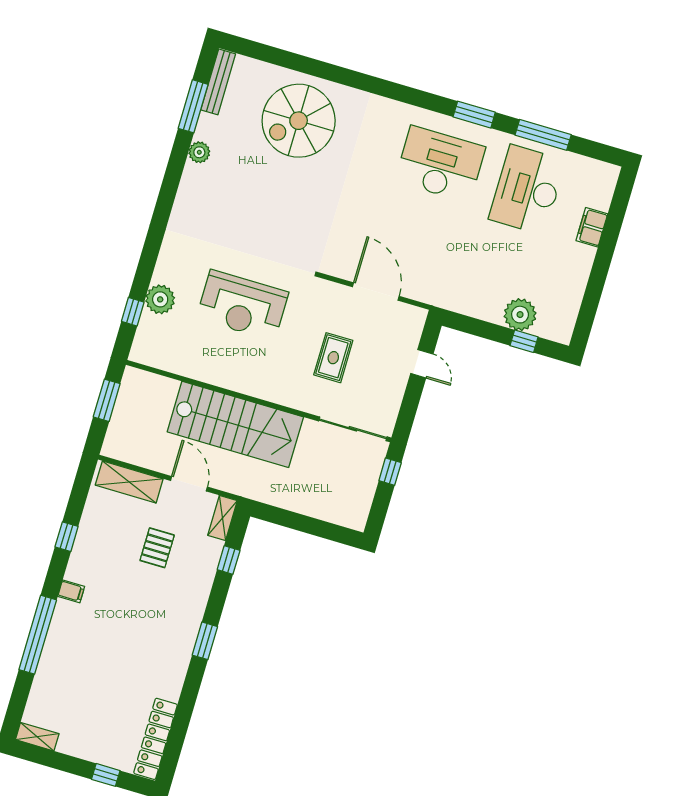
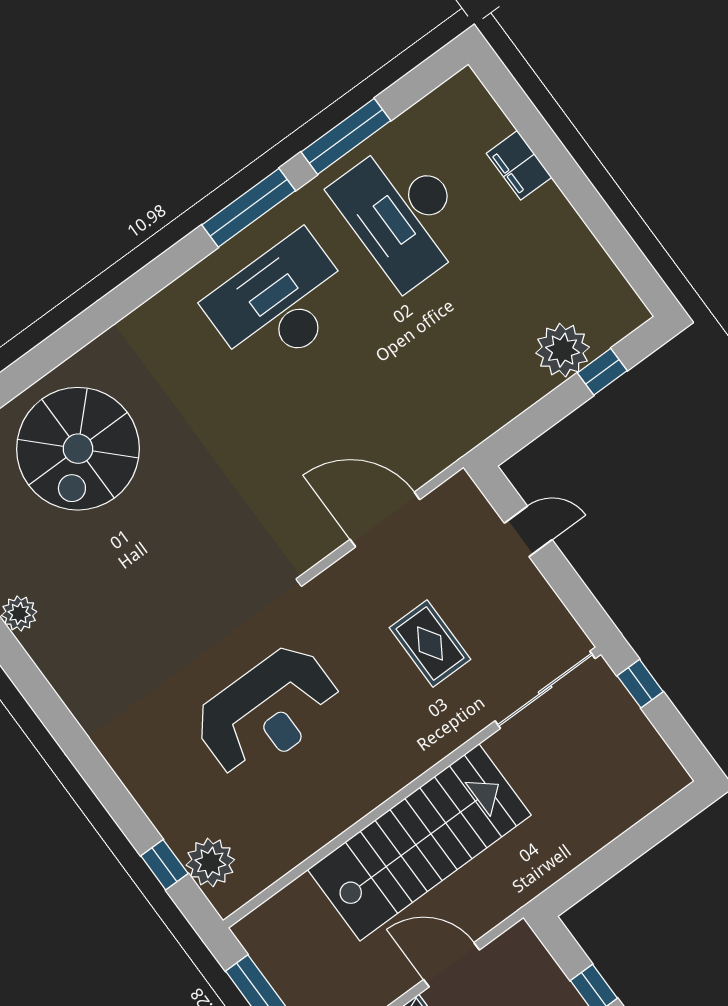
window: (474, 115) -> (249, 208), width x1.44
plant: (160, 299) -> (210, 862), moved
shelving: (223, 518) -> (532, 955), removed

